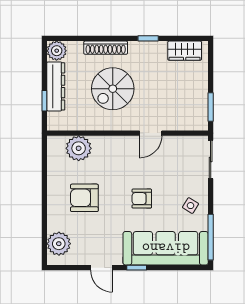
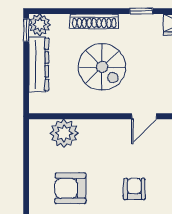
spiral stairs: (113, 89) -> (102, 67), turned -90
window: (44, 101) -> (26, 30), moved
armchair: (142, 199) -> (134, 189), turned 90

